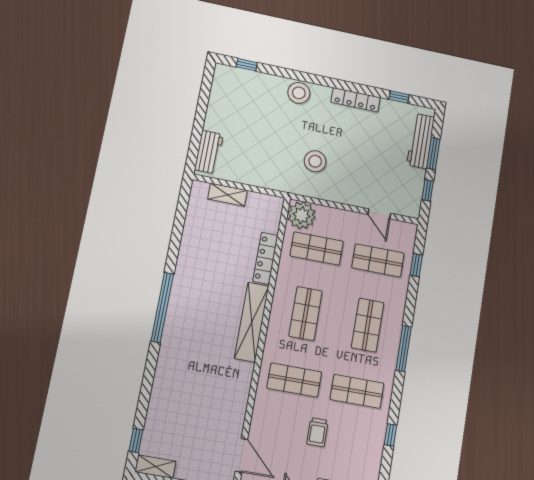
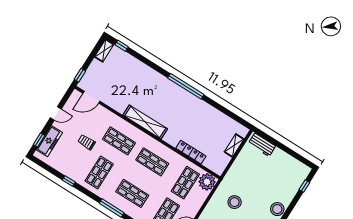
shelving: (252, 322) -> (145, 122), moved
shop shelf: (294, 380) -> (119, 141), turned 90

